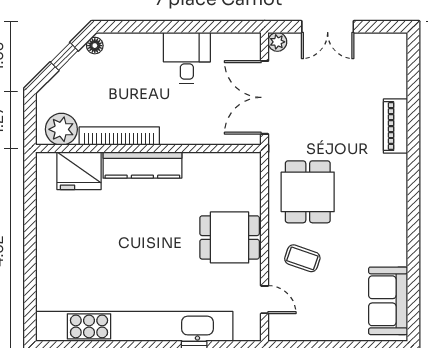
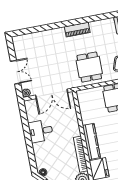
piano: (396, 126) -> (77, 30), moved
dining table: (308, 192) -> (89, 67), turned 90

